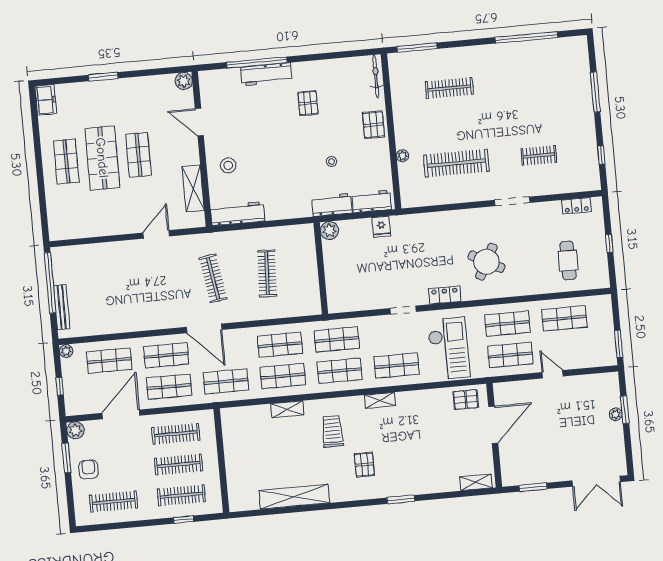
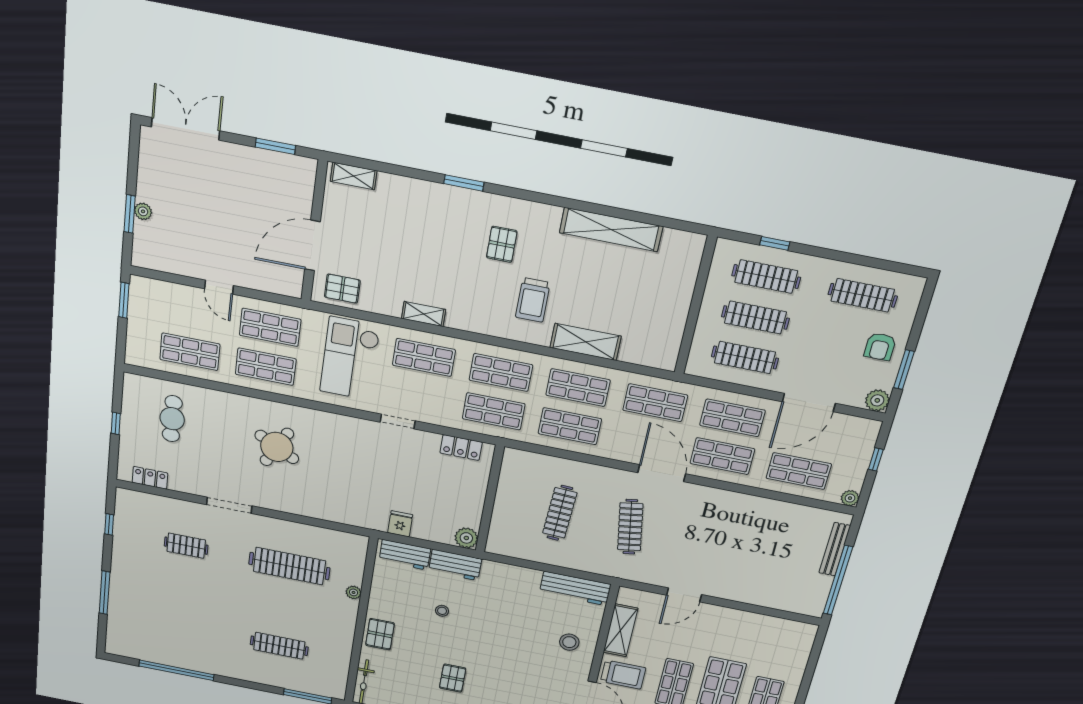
trolley: (179, 150) -> (623, 675), added
locker: (445, 295) -> (461, 448), moved
shelving: (380, 400) -> (424, 314), moved
shelving: (287, 409) -> (586, 342), width x1.50, depth x1.33

